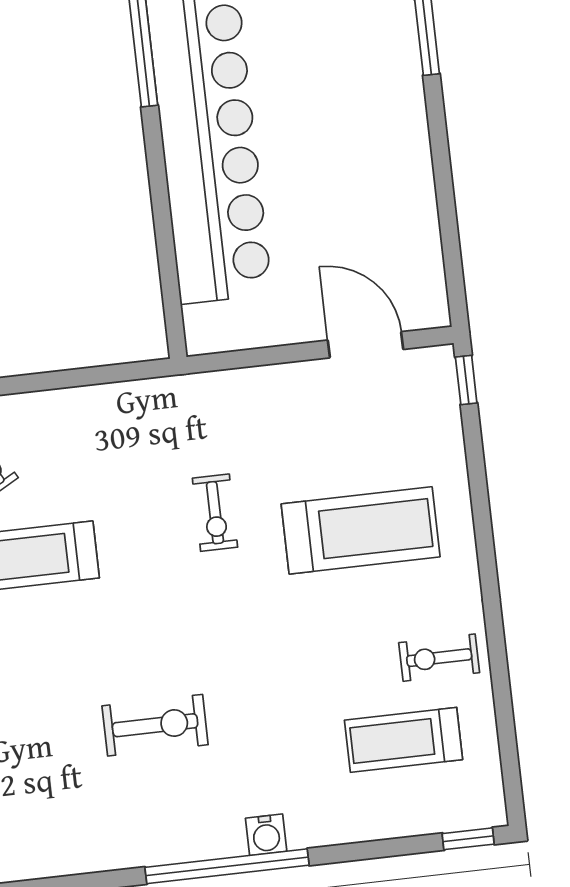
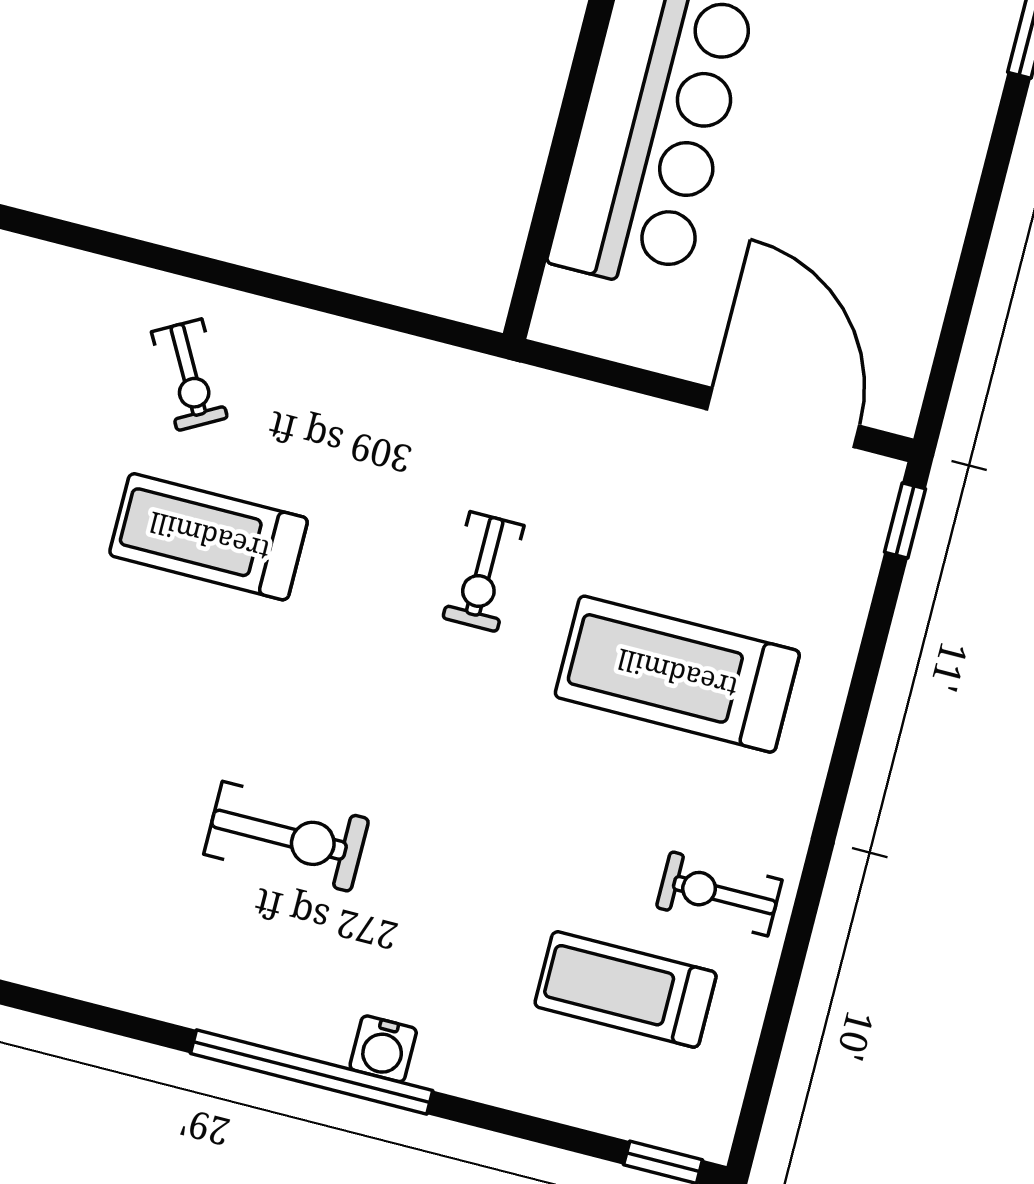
door: (366, 345) -> (783, 418), width x1.36
treadmill: (361, 530) -> (677, 674), turned 180

